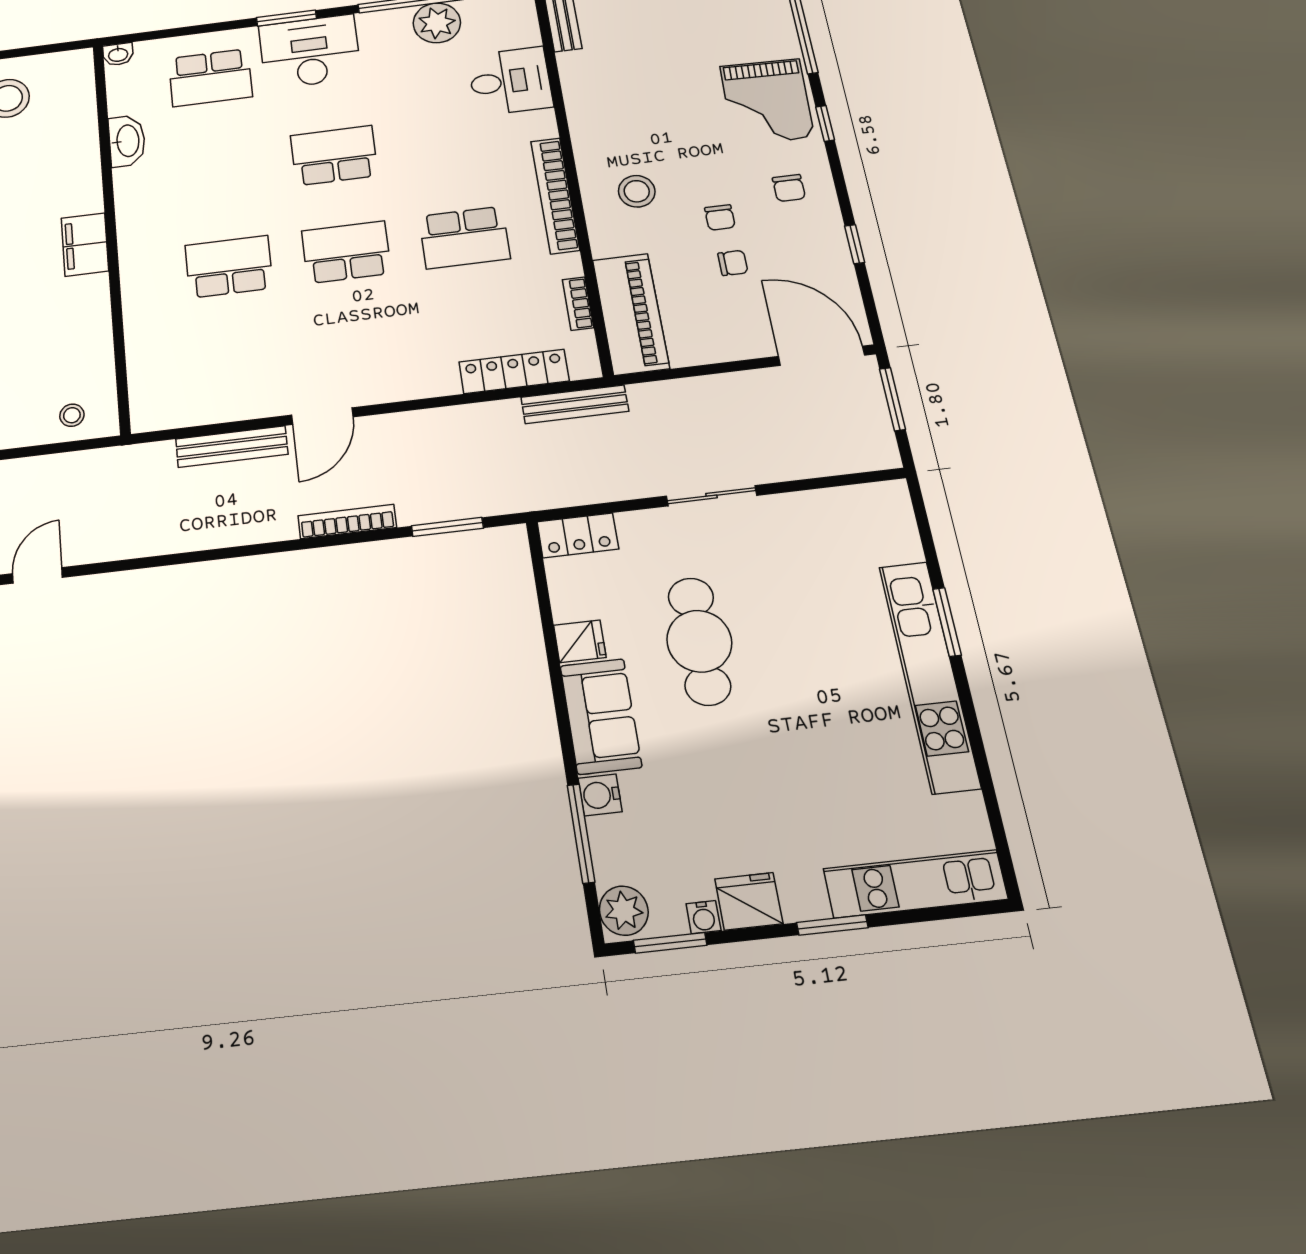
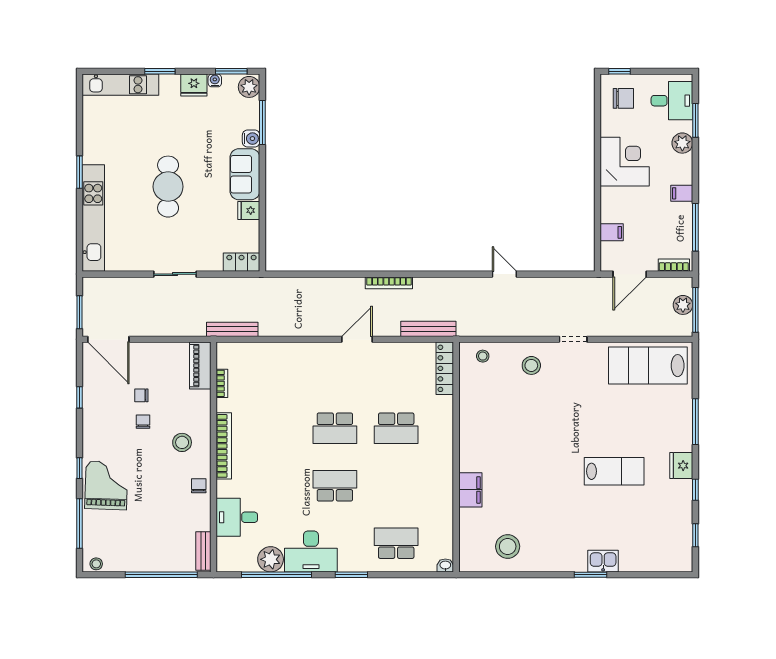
desk: (310, 52) -> (311, 551), moved
washbasin: (127, 141) -> (444, 511), removed
school desk: (334, 156) -> (335, 486), turned 180
chair: (789, 188) -> (199, 486), moved
school desk: (464, 237) -> (274, 428), removed
filing cabinet: (85, 245) -> (470, 490), moved
piano: (631, 314) -> (200, 366), width x0.73, depth x0.75
locker: (514, 371) -> (445, 368), moved, turned 90
bench: (232, 447) -> (428, 329), moved
bookcase: (347, 522) -> (389, 283), moved
window: (447, 527) -> (303, 274), removed
door: (37, 575) -> (504, 274), swing flipped
window: (947, 622) -> (79, 172), moved
cafe table: (699, 641) -> (168, 187), moved
kitchen unit: (929, 676) -> (93, 218), moved

